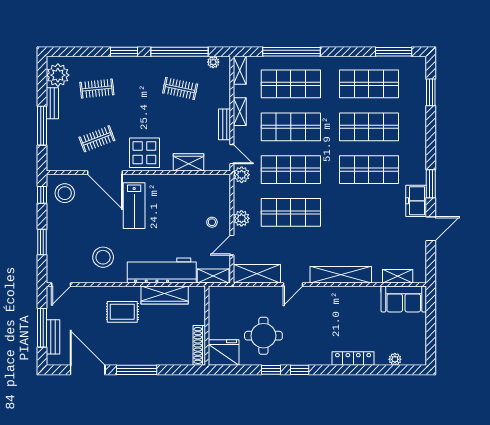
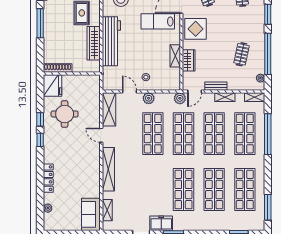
shelving: (213, 276) -> (175, 56), moved

